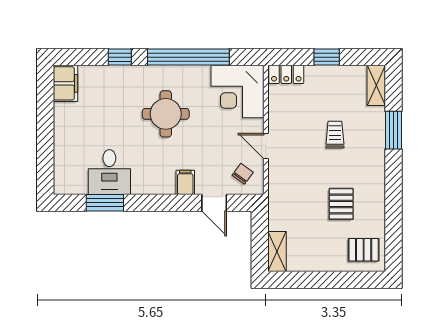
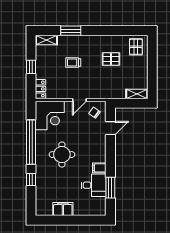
filing cabinet: (65, 83) -> (63, 209), moved
filing cabinet: (185, 182) -> (99, 168), moved

